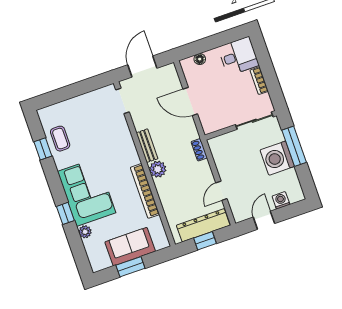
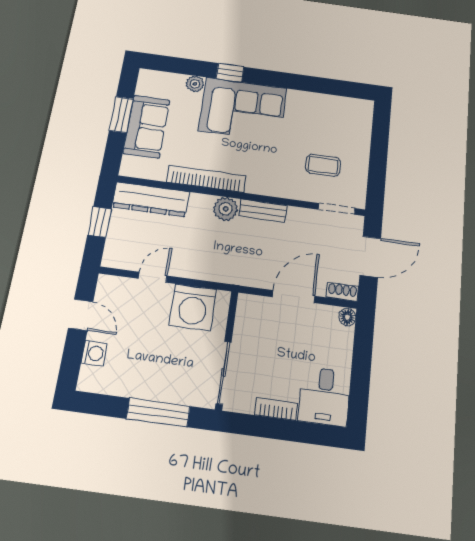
floor lamp: (200, 59) -> (347, 317), moved
door: (142, 66) -> (370, 257), hinge flipped
coffee table: (60, 139) -> (323, 165), moved
window: (43, 149) -> (322, 86), removed
shoe rack: (199, 150) -> (342, 292), moved
washing machine: (277, 158) -> (193, 307), moved, turned 180
door: (221, 191) -> (153, 277), hinge flipped
dresser: (203, 225) -> (151, 199), moved, turned 90

